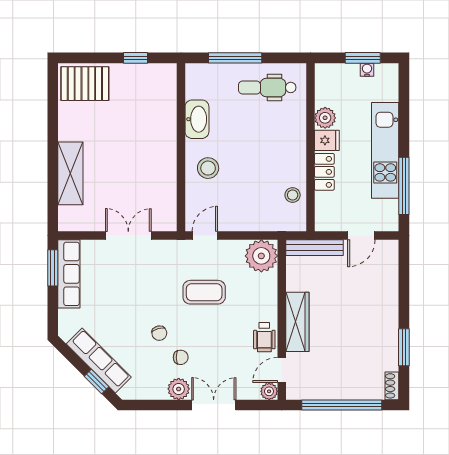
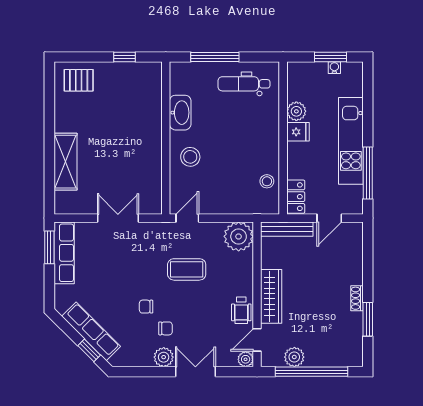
pallet: (85, 84) -> (79, 80), width x0.67, depth x0.71
locker: (324, 172) -> (296, 197), moved
chair: (159, 333) -> (146, 307), turned 106
shoe rack: (392, 386) -> (357, 298), moved
plant: (323, 389) -> (294, 357), added

